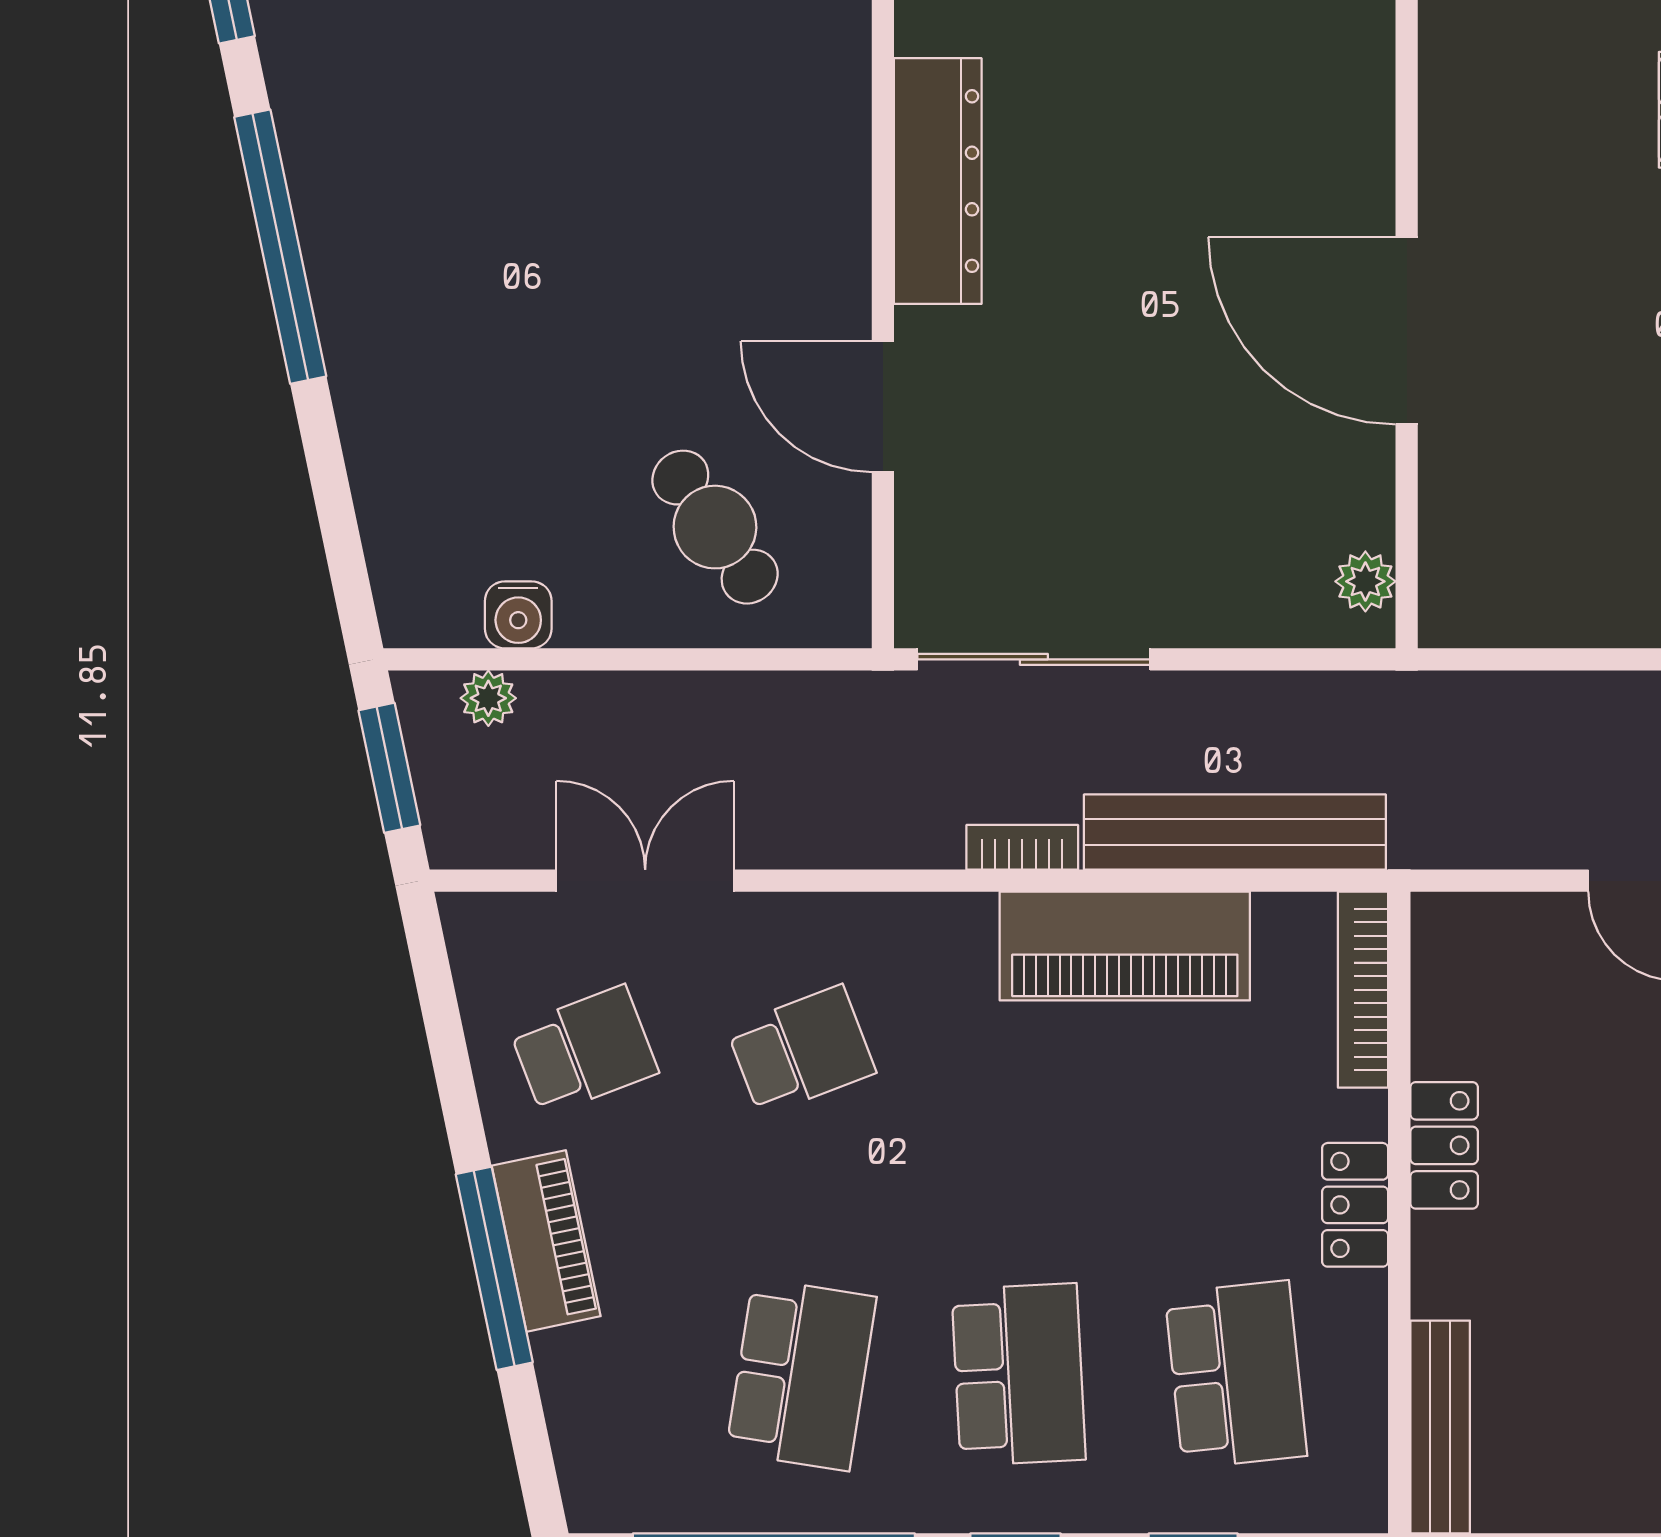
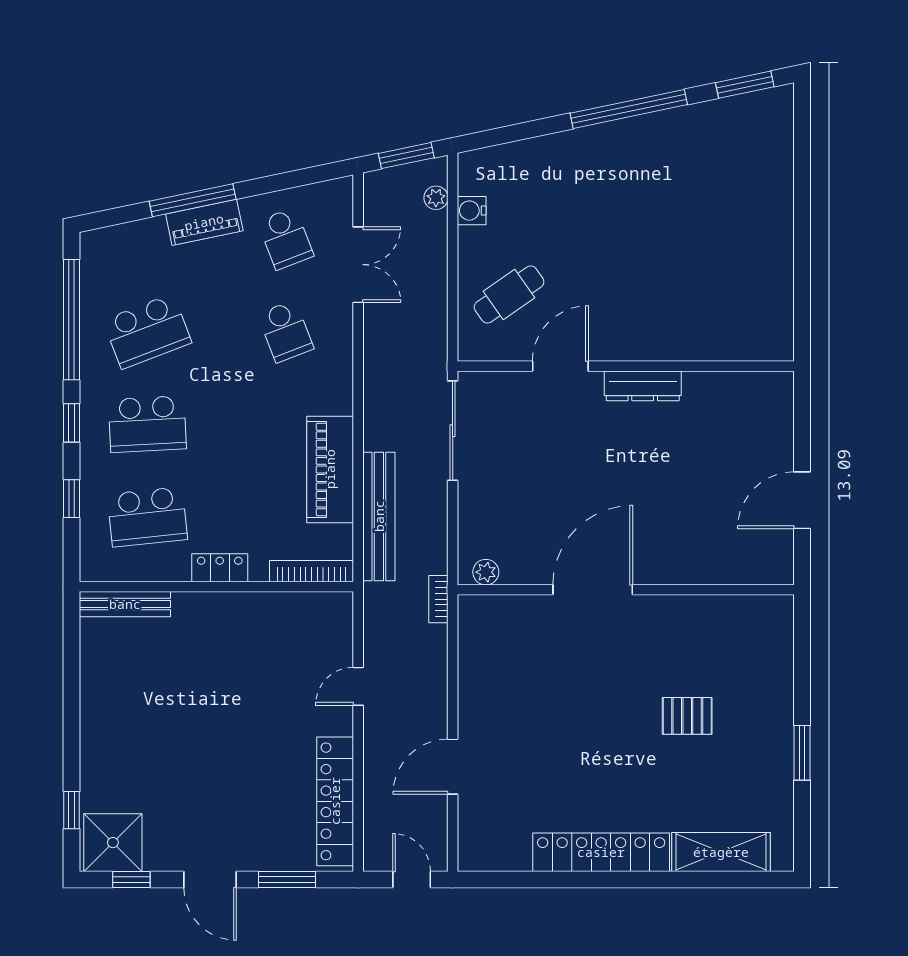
dresser: (938, 181) -> (643, 386), width x0.73, depth x0.80
bookcase: (1022, 847) -> (438, 599), moved, turned 180
locker: (1444, 1145) -> (245, 606), removed
school desk: (801, 1374) -> (147, 331), turned -30

